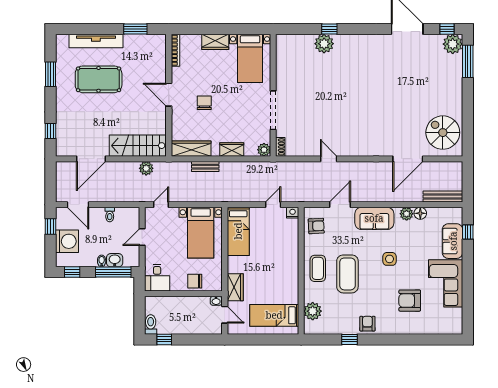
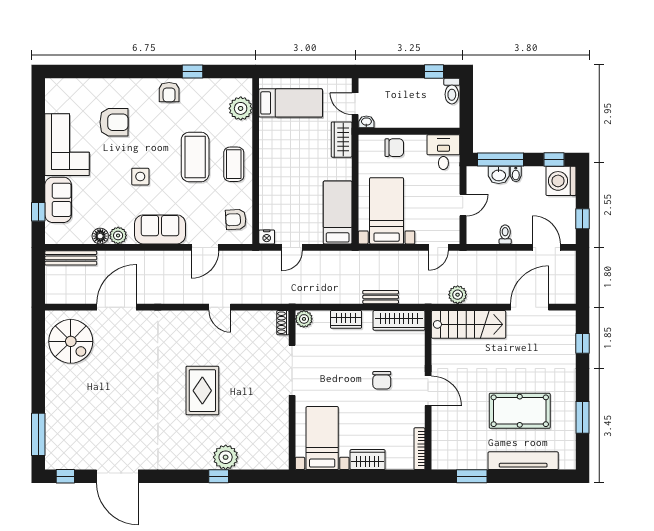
plant: (453, 44) -> (58, 457), removed
rug: (342, 95) -> (202, 391), added
washing machine: (67, 241) -> (561, 181), moved

